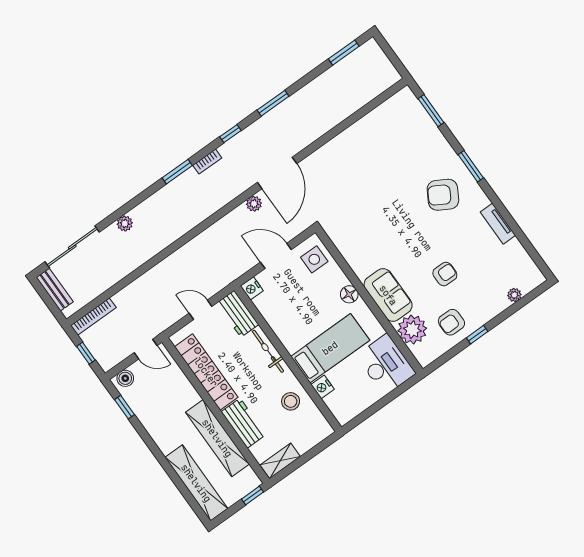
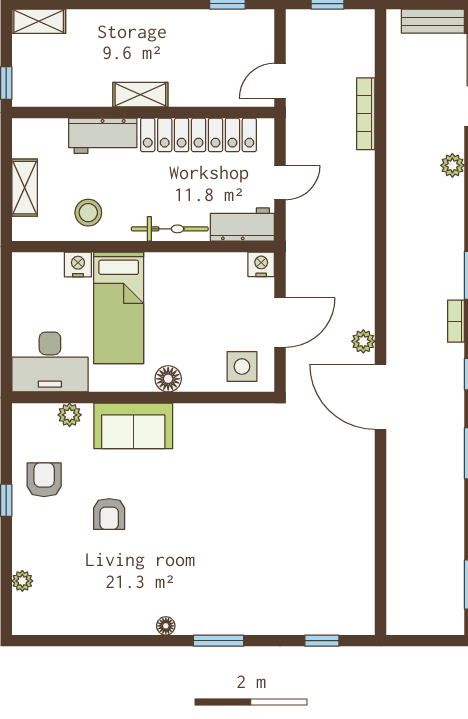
window: (431, 111) -> (322, 641), width x0.67
armchair: (443, 195) -> (208, 581), removed
floor lamp: (483, 200) -> (166, 626), added
tv unit: (498, 224) -> (124, 624), removed
bookcase: (93, 317) -> (366, 114), moved
plant: (412, 330) -> (70, 415), width x0.53, depth x0.53
boiler: (125, 378) -> (262, 30), removed
shelving: (217, 438) -> (140, 95), width x0.45, depth x0.75
shelving: (280, 461) -> (25, 188), moved
shelving: (196, 483) -> (39, 21), width x0.45, depth x0.75

